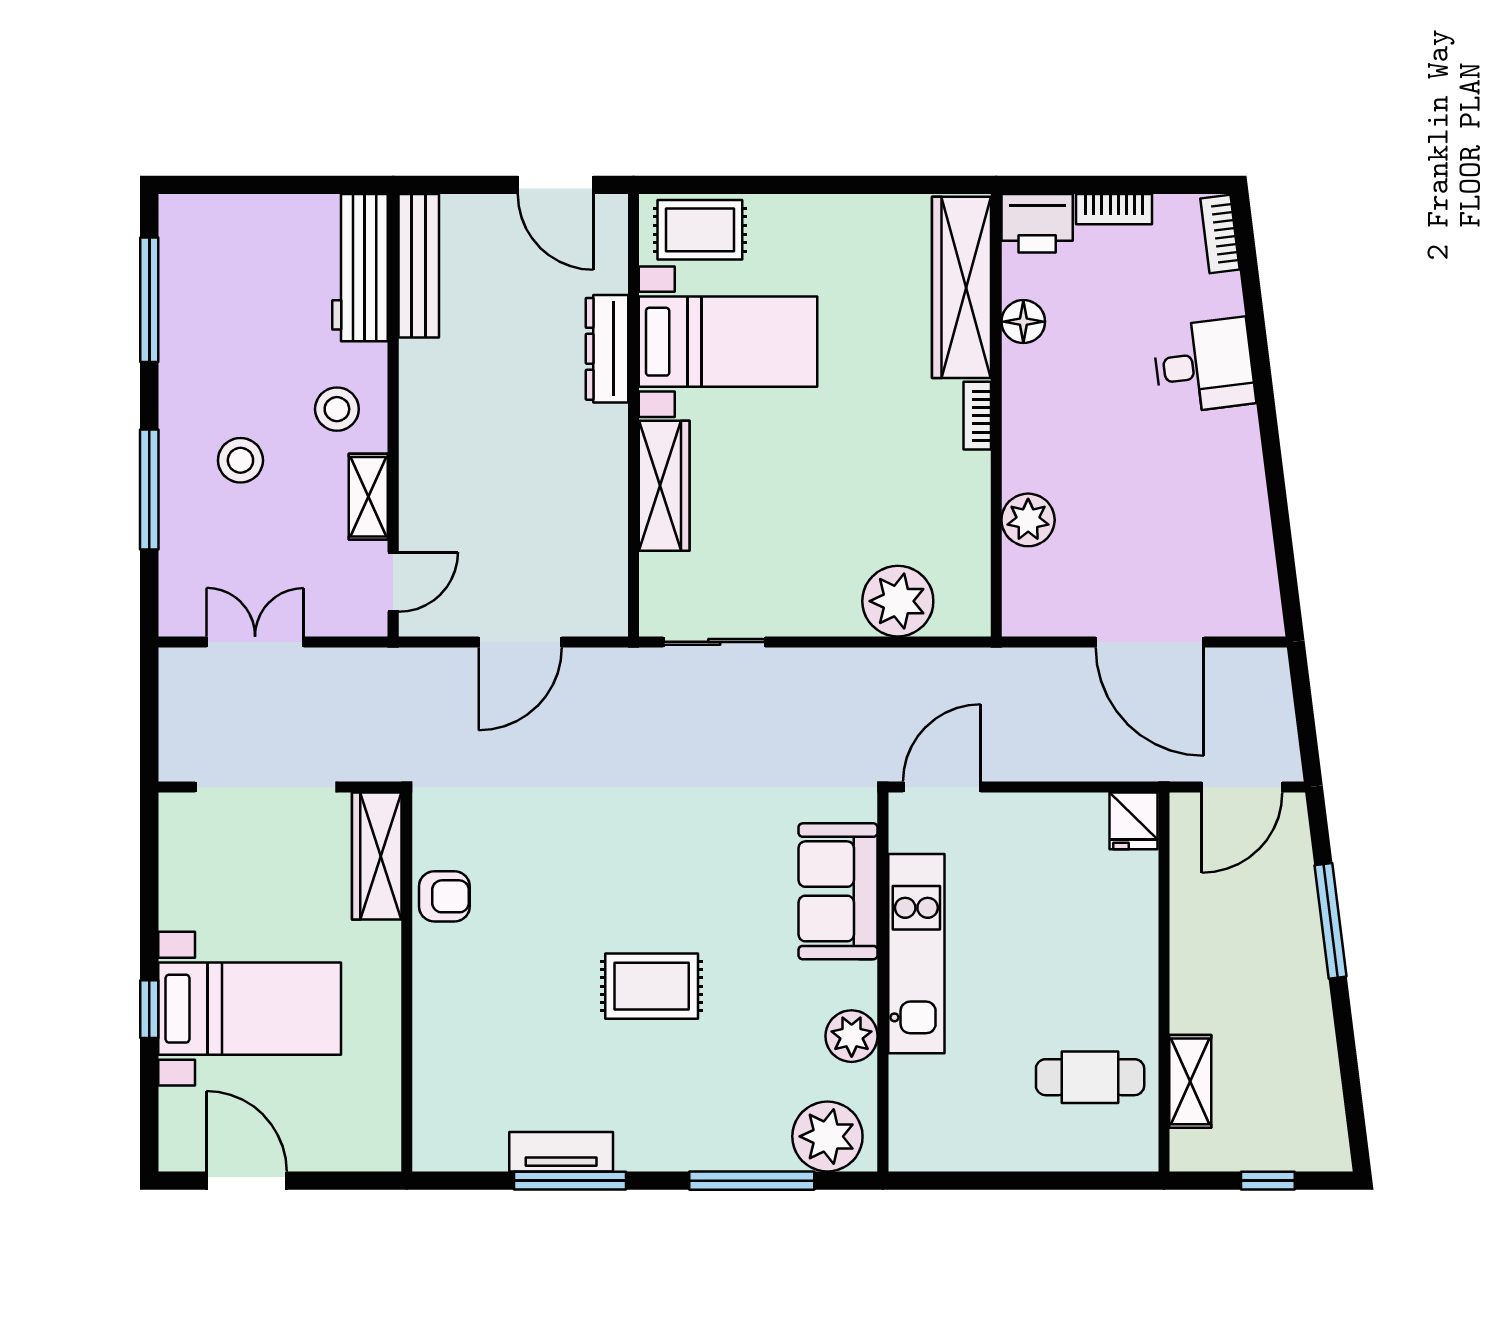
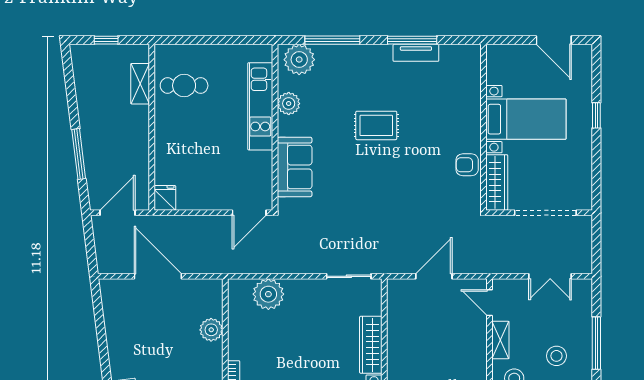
door: (393, 582) -> (490, 303), hinge flipped
kitchen unit: (916, 954) -> (260, 106), moved
bed with nightstands: (250, 1009) -> (526, 119), moved, turned 180

